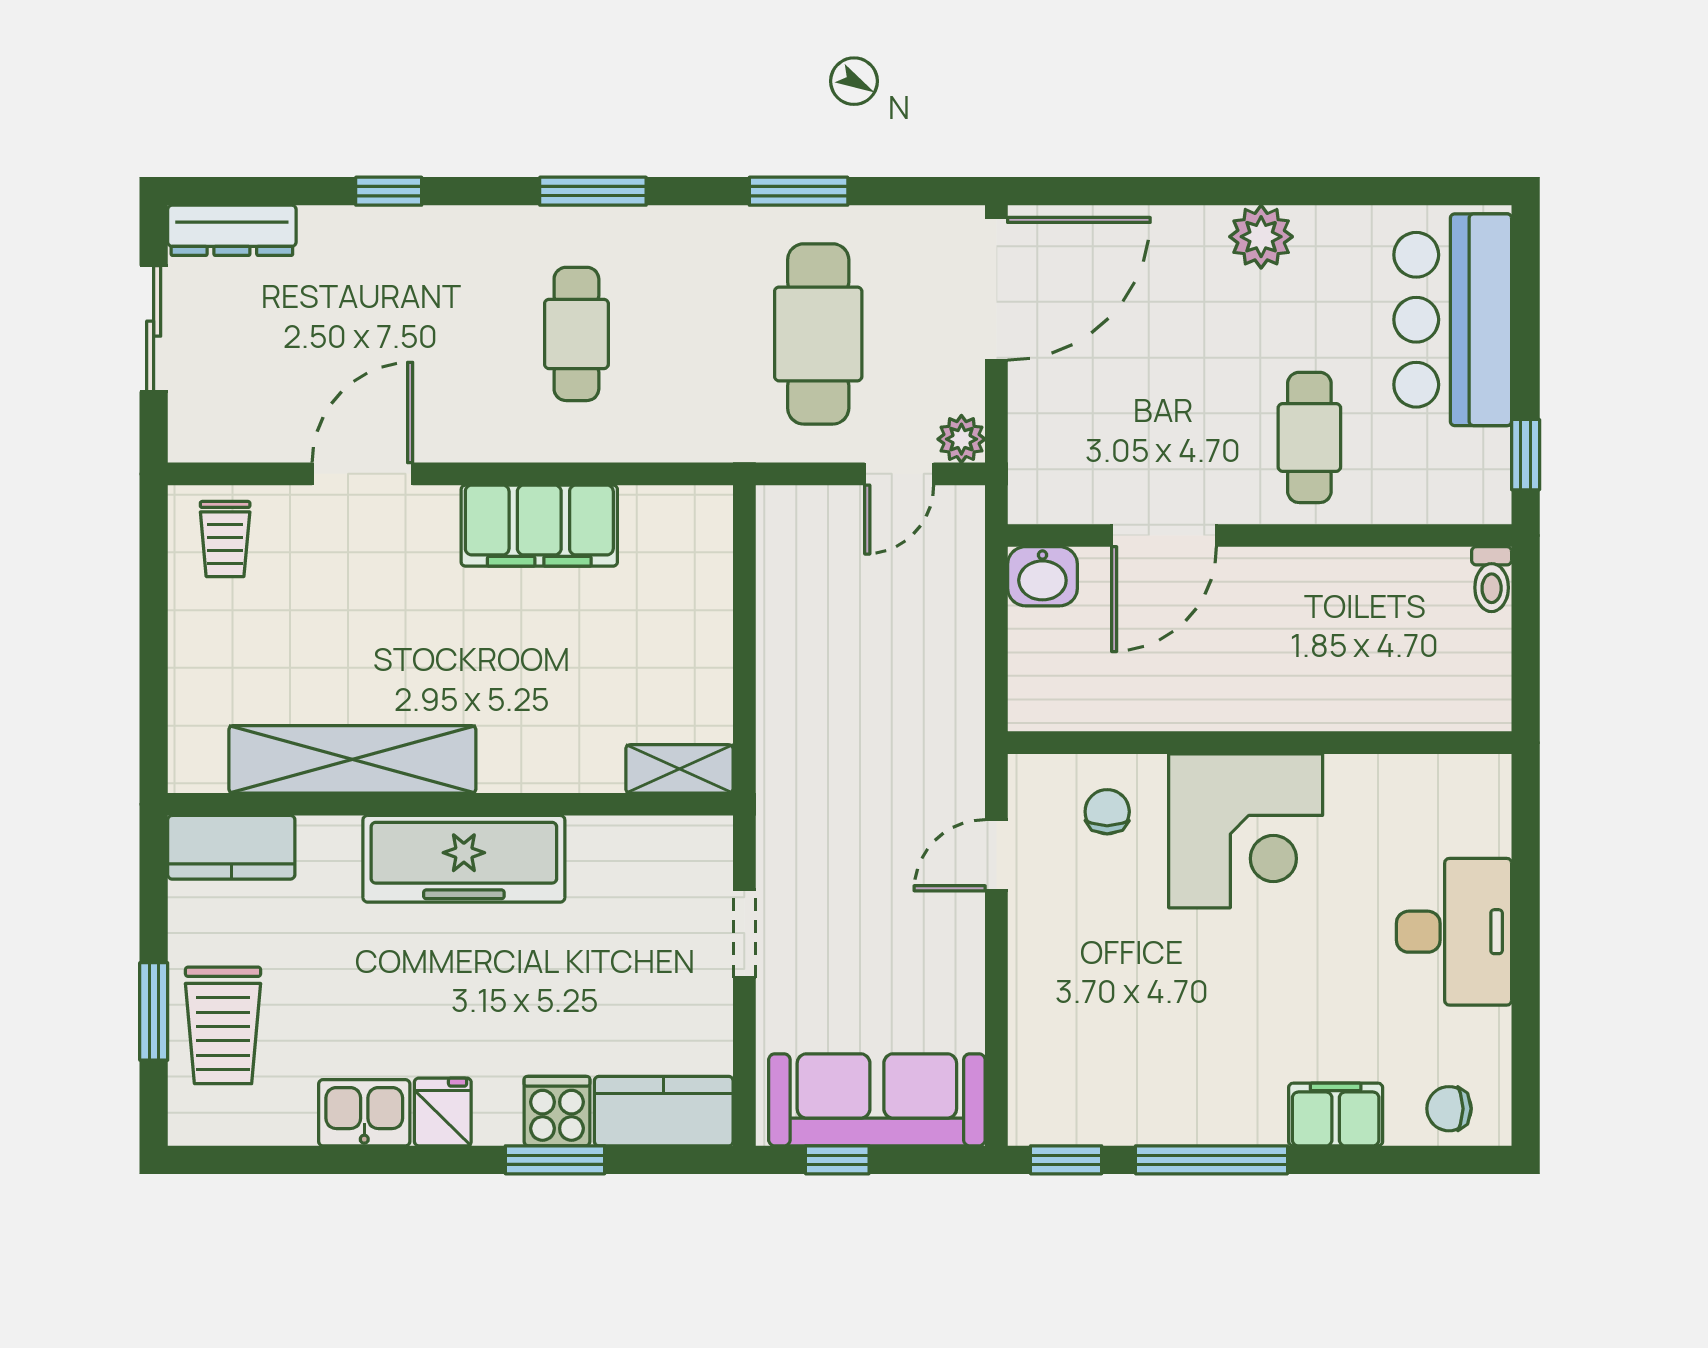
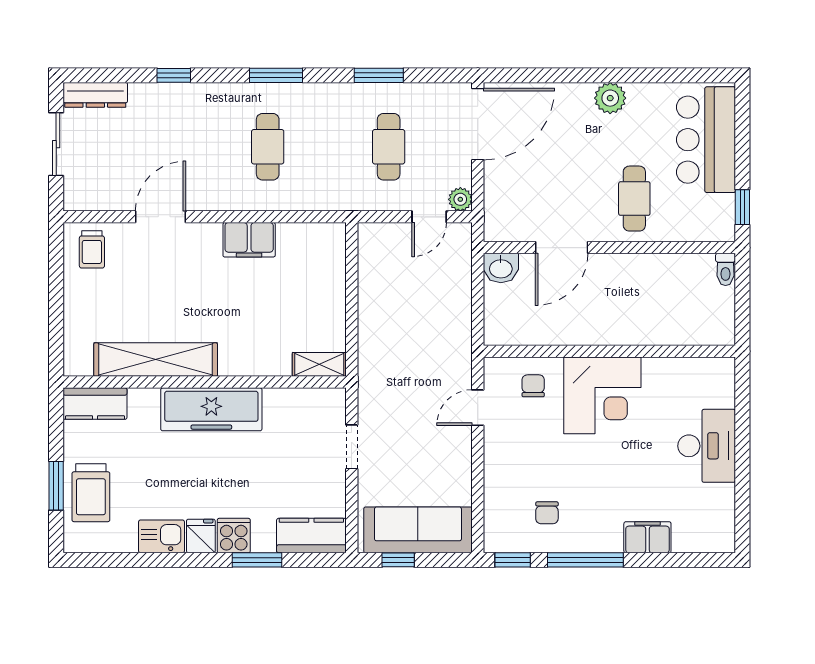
cafe table: (818, 334) -> (389, 147), width x0.73, depth x0.74
filing cabinet: (539, 526) -> (249, 240), width x0.67, depth x0.86
chair: (1449, 1109) -> (547, 513), moved, turned -90
cooker: (557, 1111) -> (234, 536), moved

